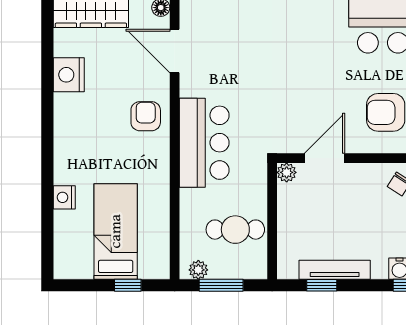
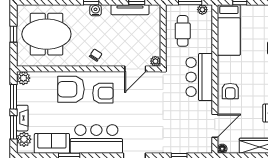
door: (175, 51) -> (215, 126), hinge flipped
cafe table: (235, 230) -> (183, 31), turned 90
bed: (116, 231) -> (229, 30), moved

